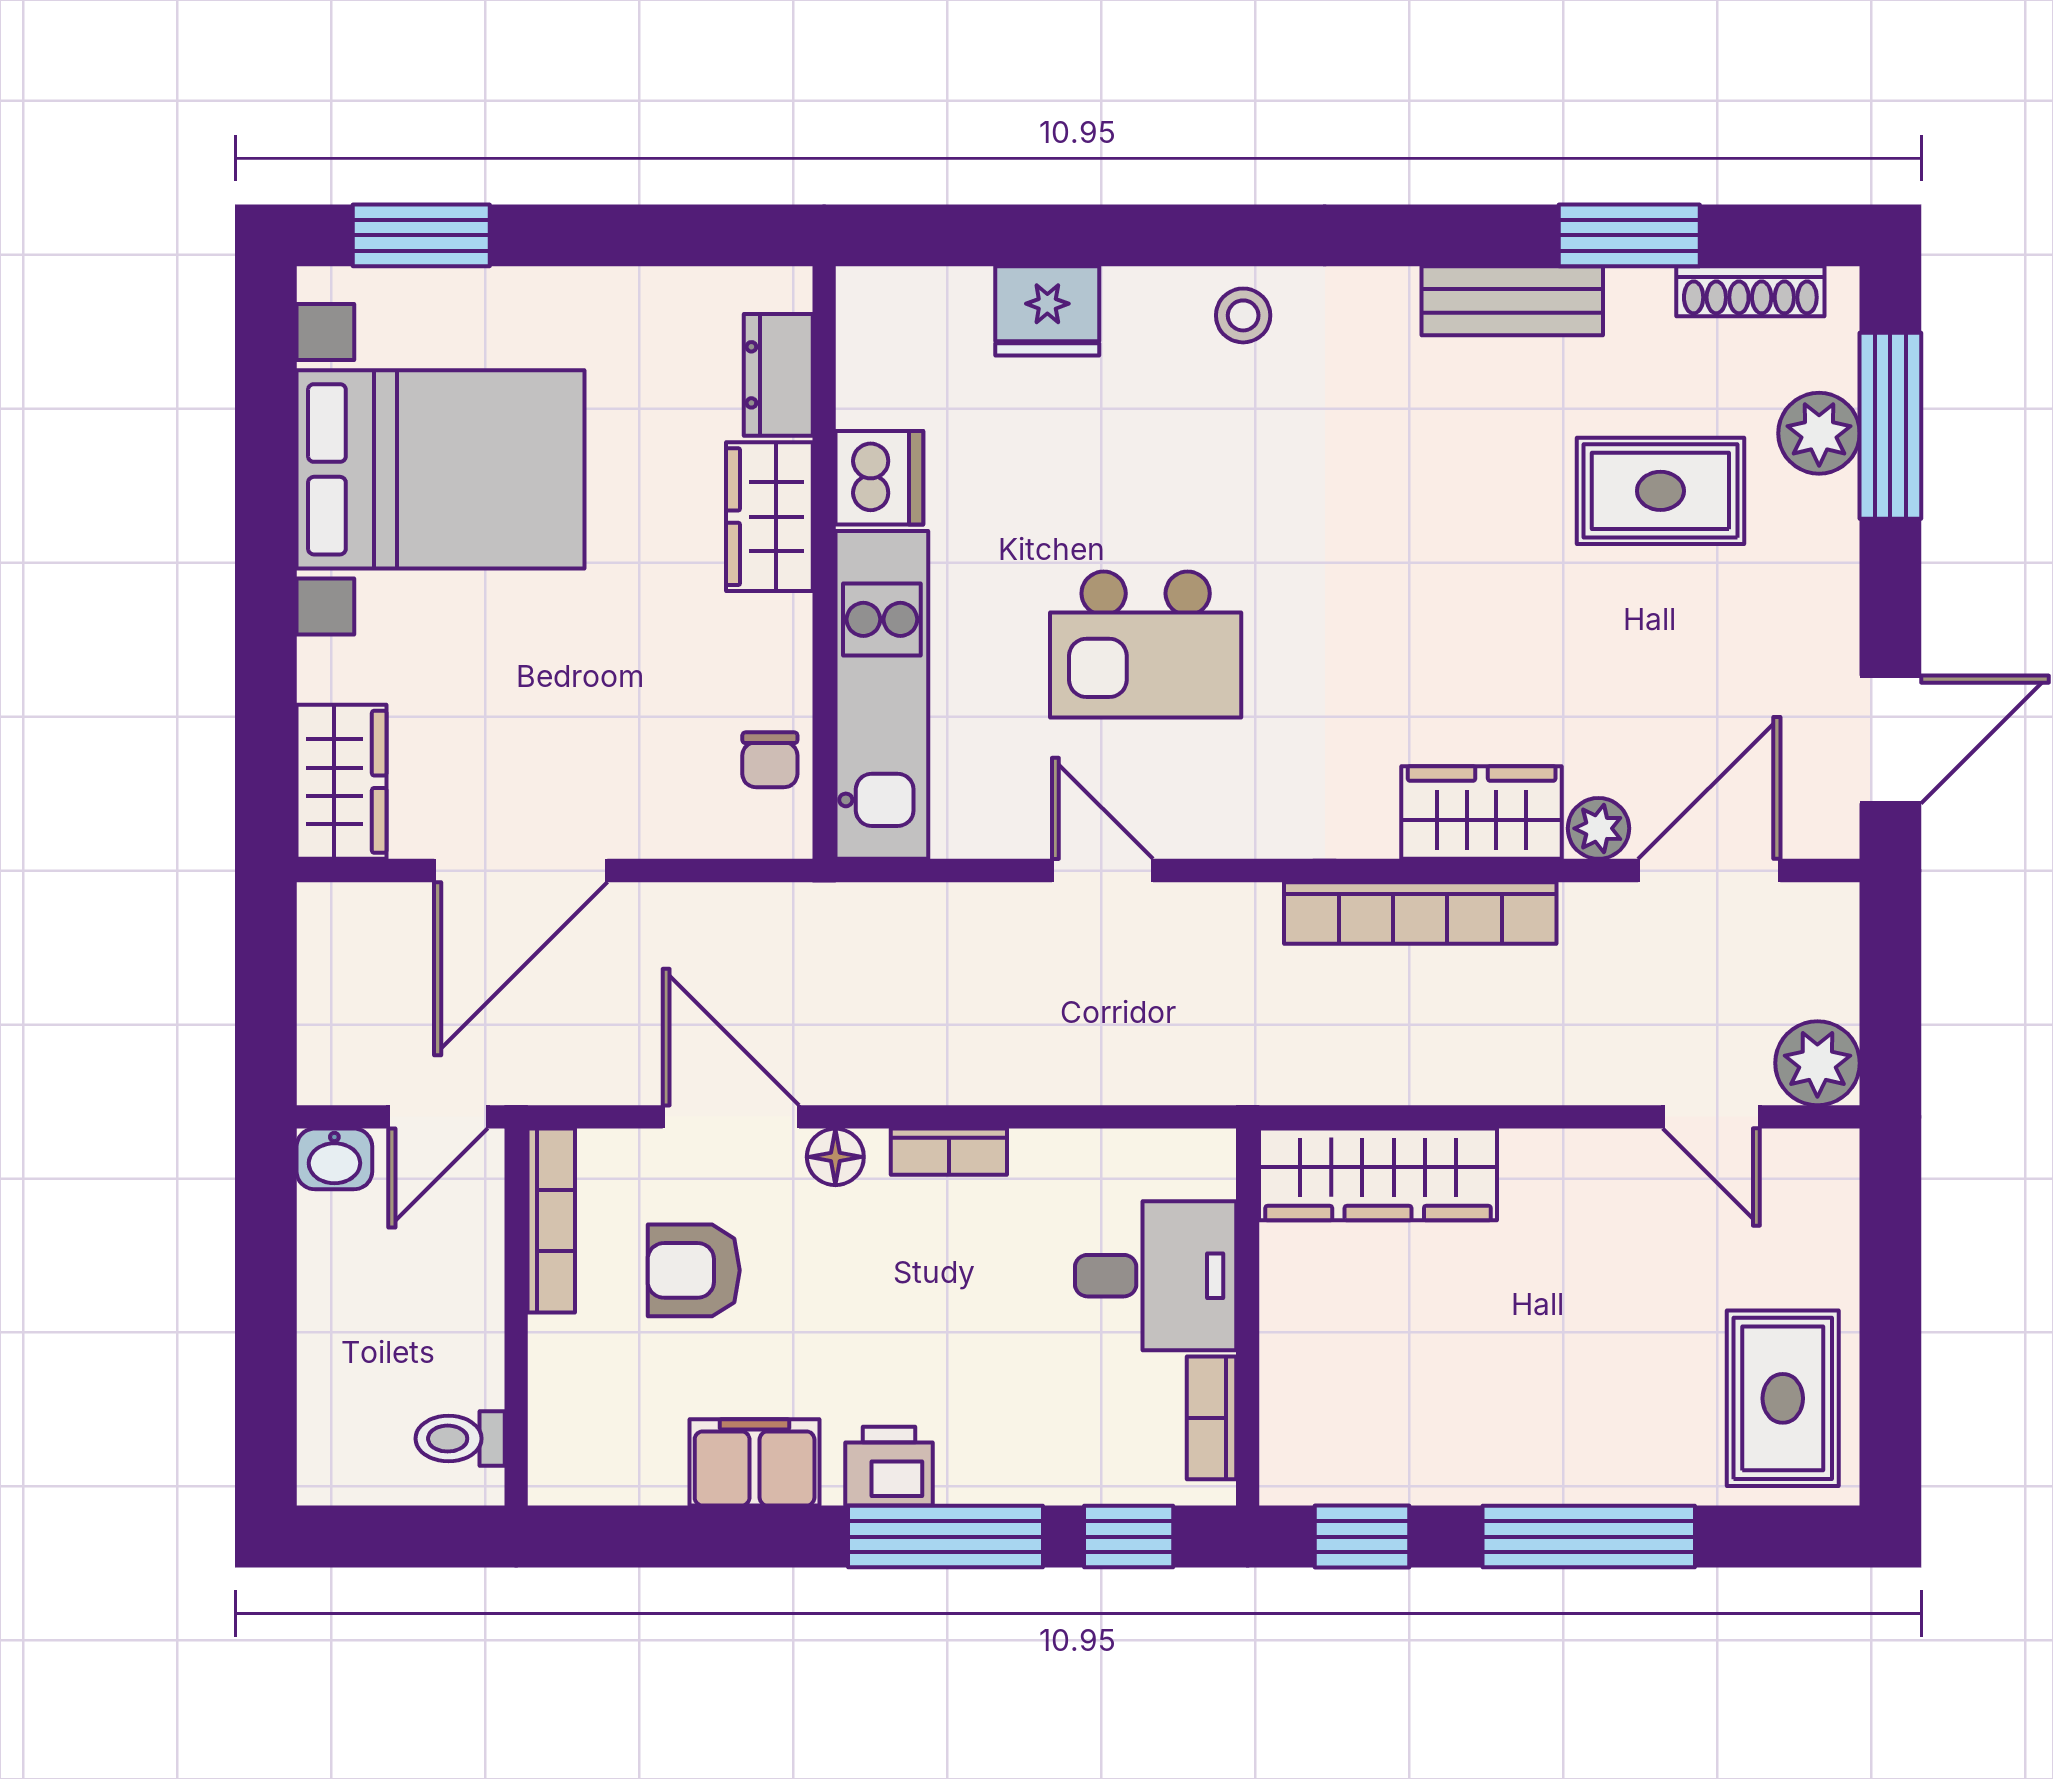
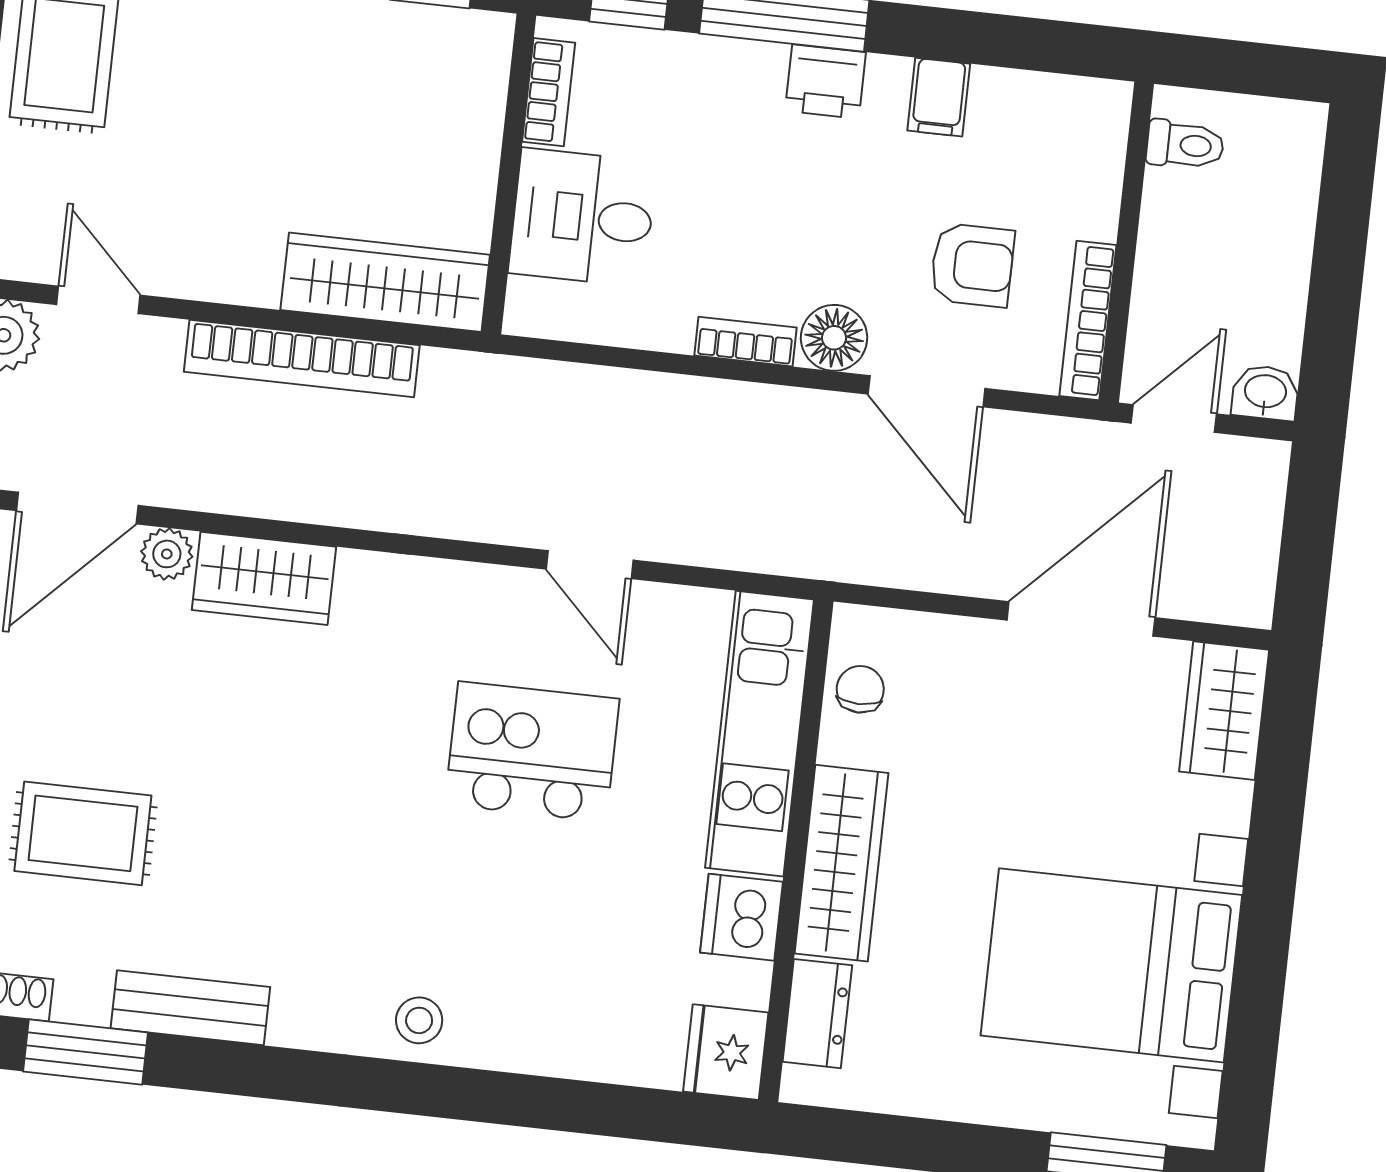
fridge: (1047, 311) -> (726, 1052), moved, turned -90
wardrobe: (769, 517) -> (842, 863), width x1.50
bookcase: (1420, 913) -> (302, 359), moved, turned 180
floor lamp: (835, 1157) -> (834, 338), width x1.37, depth x1.37
filing cabinet: (755, 1462) -> (939, 97), width x0.50

